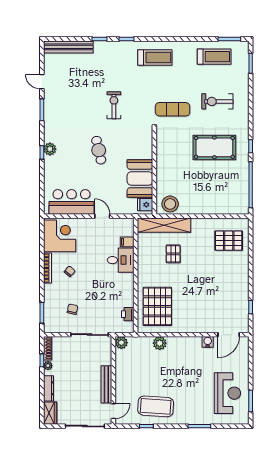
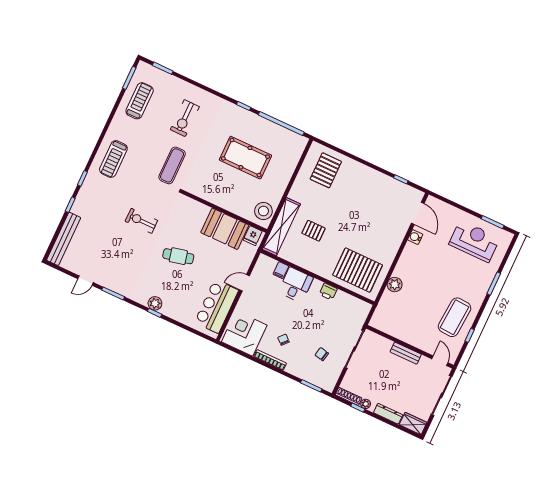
treadmill: (155, 58) -> (113, 159), turned 180
pool table: (214, 147) -> (245, 158), moved, turned 90
printer: (128, 314) -> (328, 291), moved
plant: (121, 343) -> (377, 322), removed
bench: (106, 384) -> (406, 353), width x0.73

